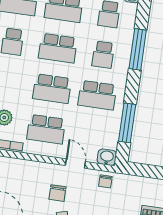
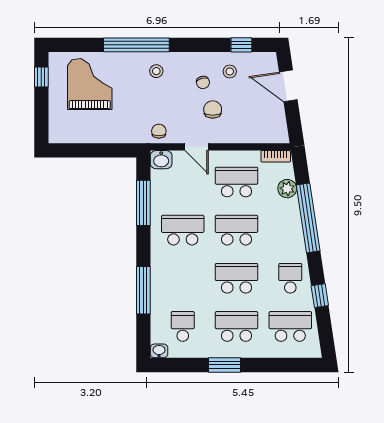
school desk: (103, 55) -> (183, 278), removed

